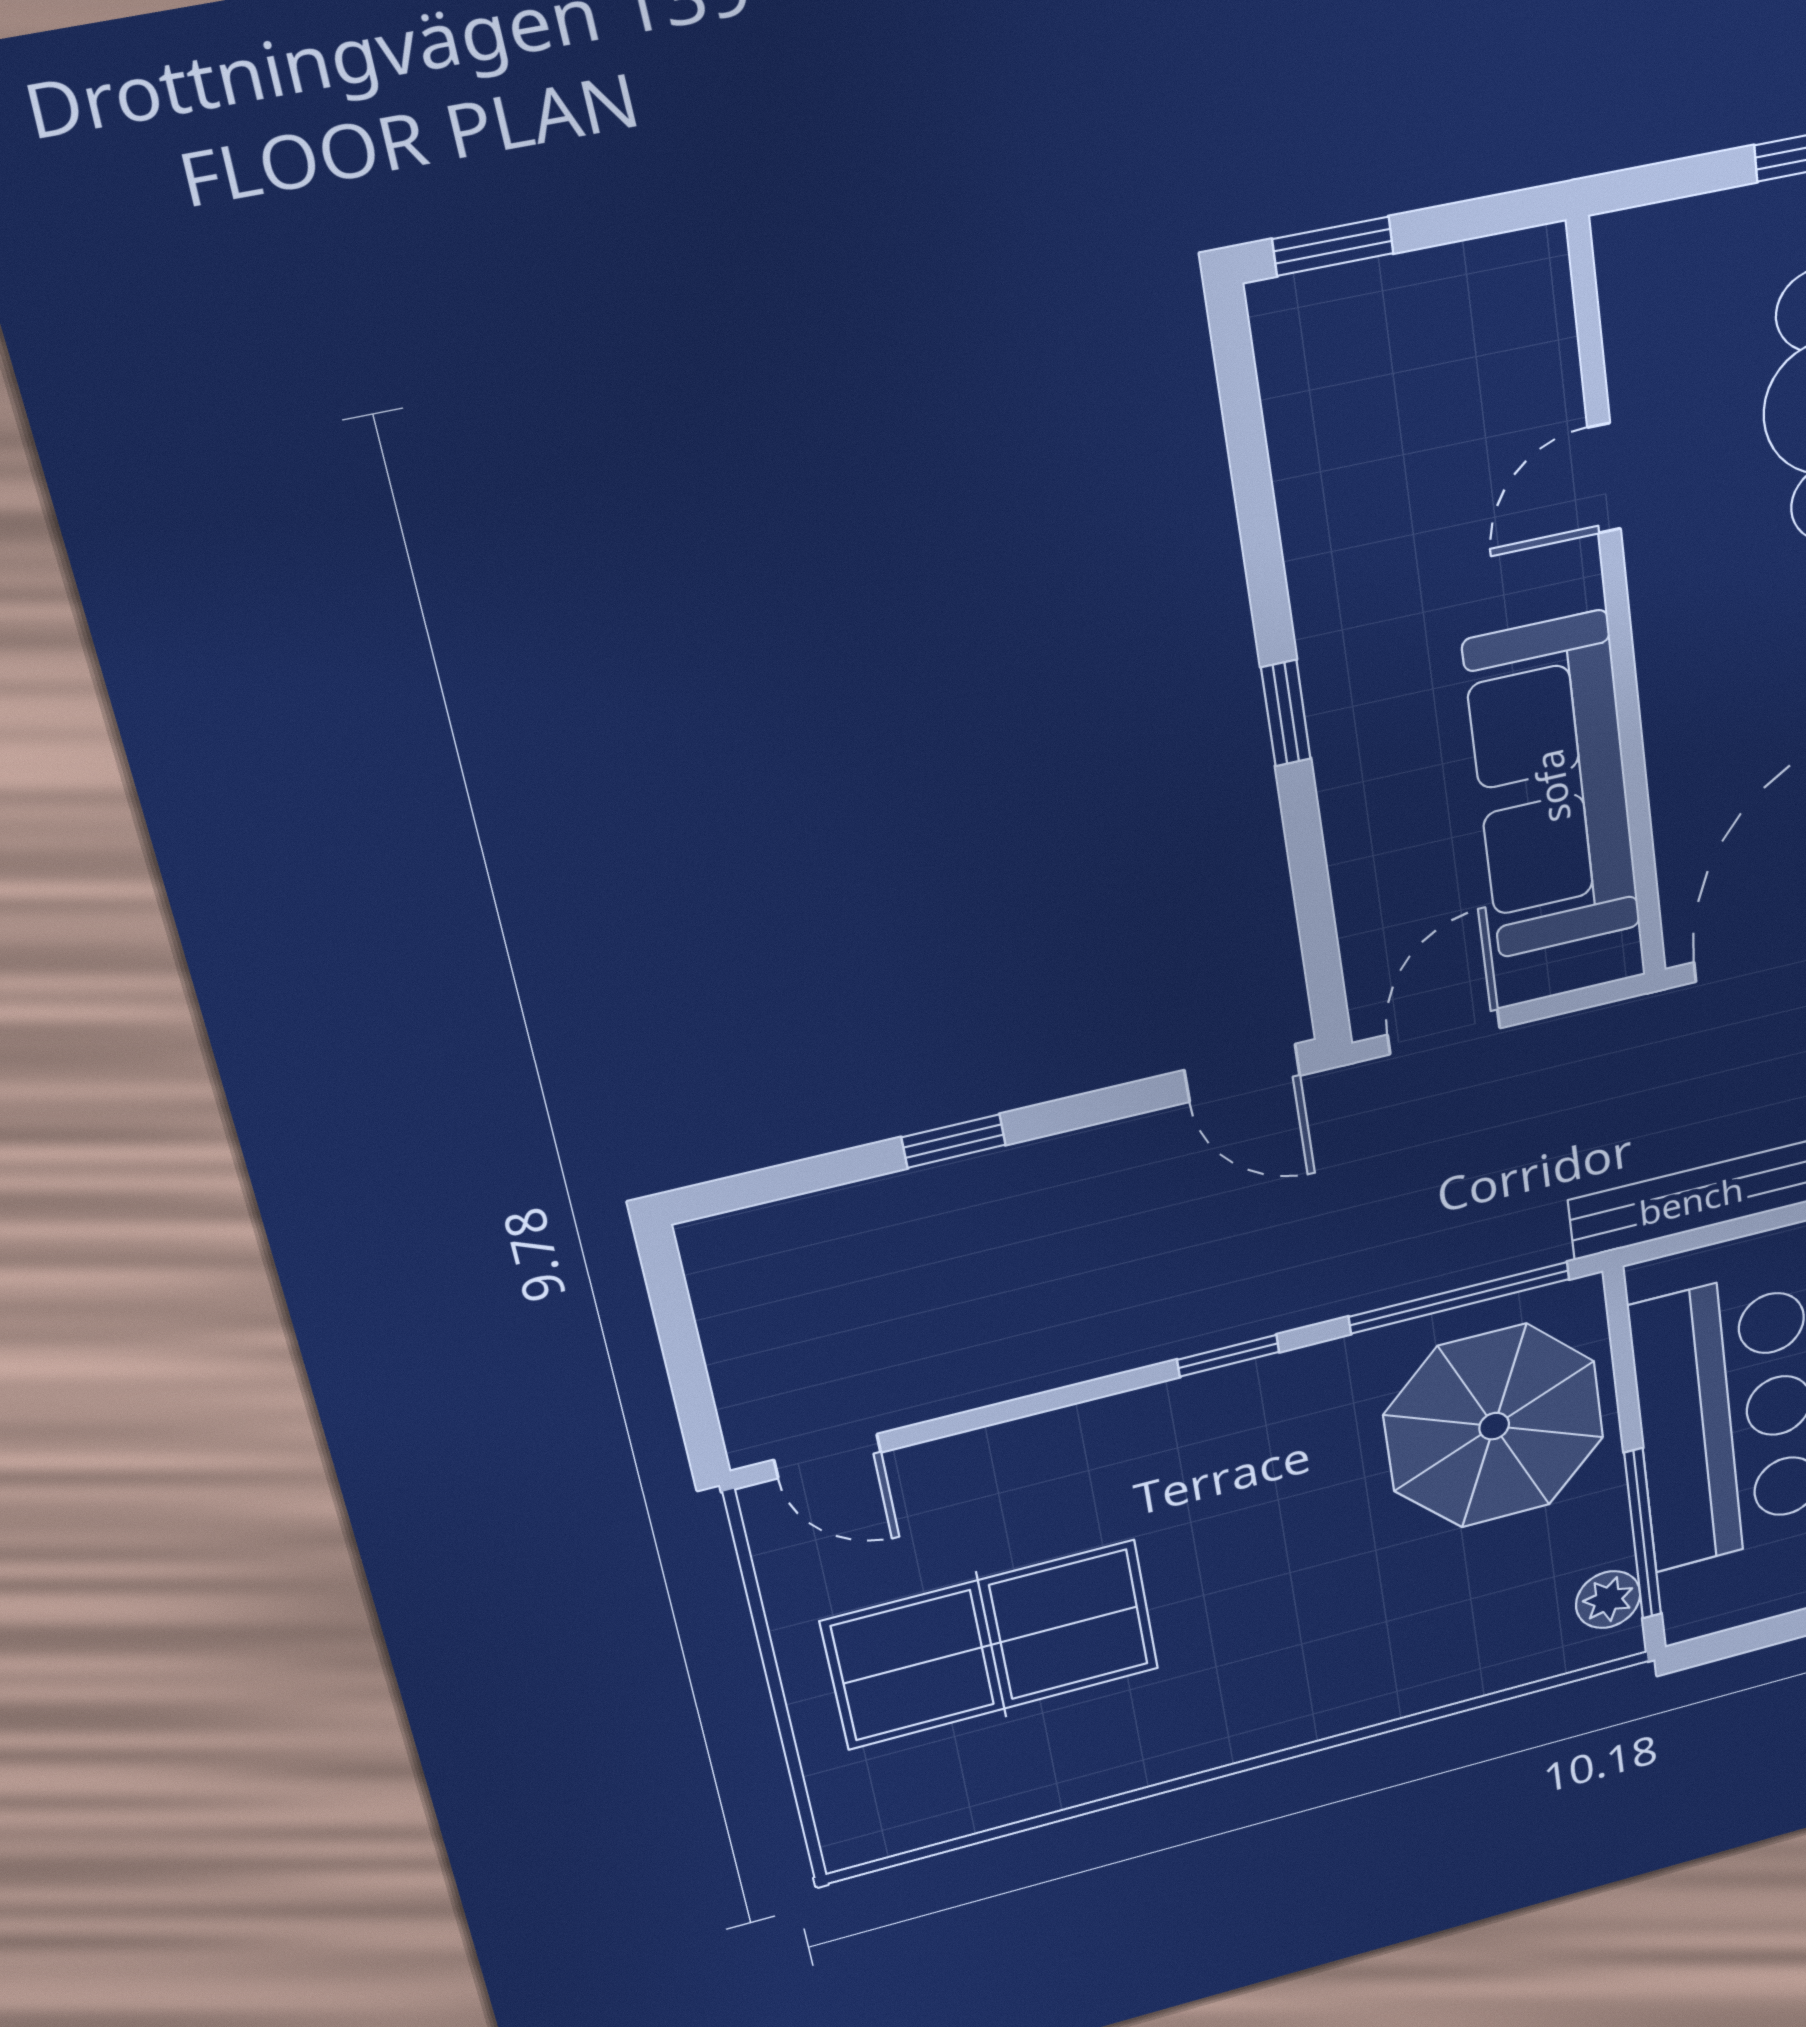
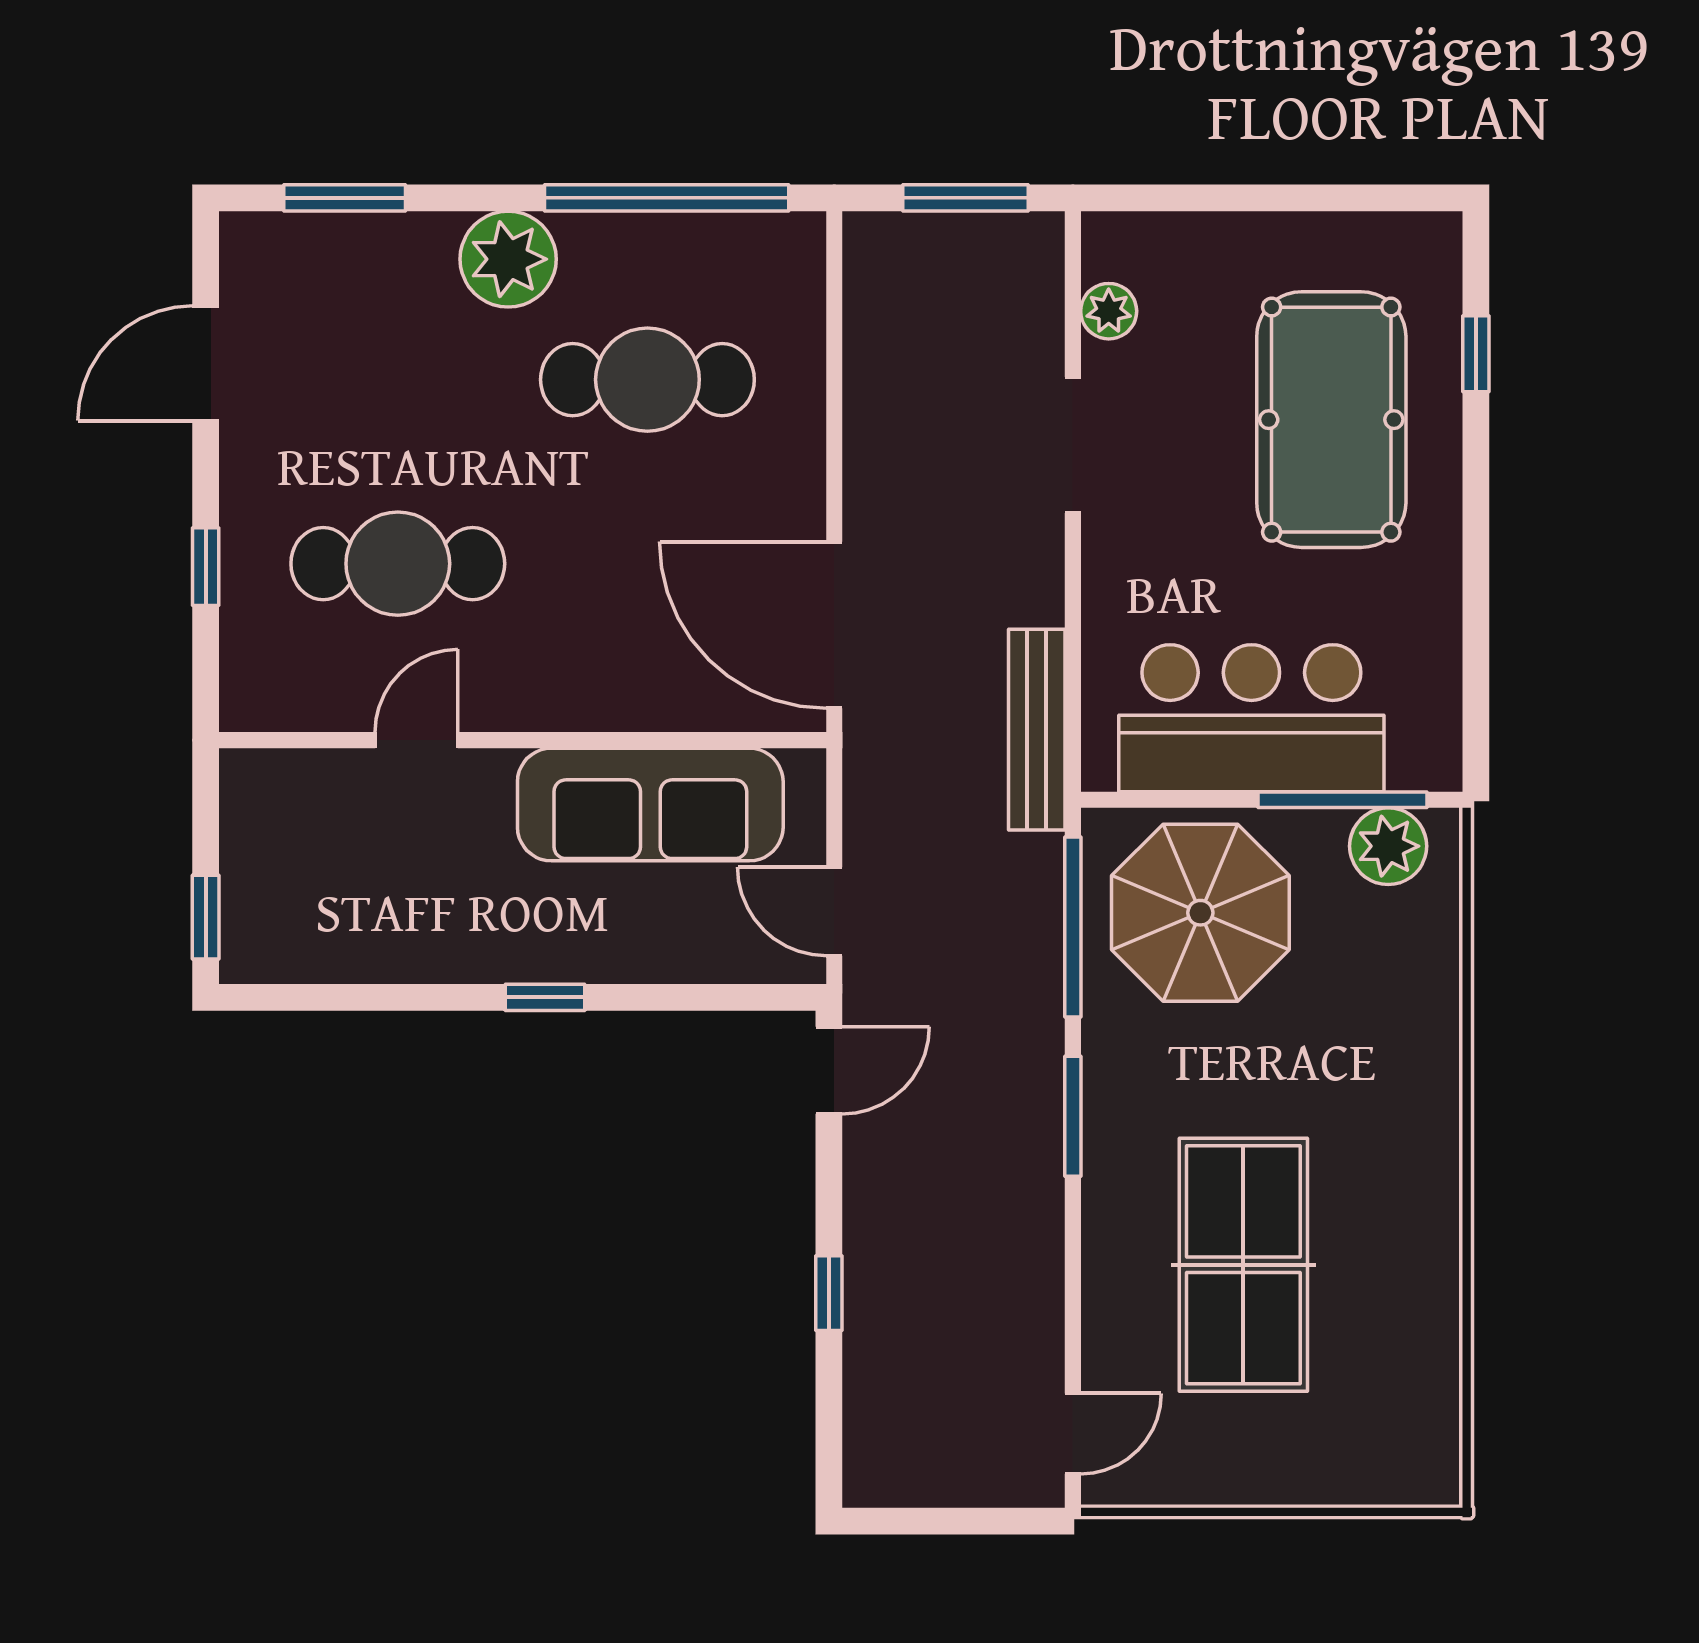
door: (1604, 478) -> (416, 740), swing flipped
window: (1228, 1356) -> (1073, 1116), width x1.50
plant: (1608, 1600) -> (1388, 846), width x1.38, depth x1.38
table tennis table: (991, 1645) -> (1243, 1265), moved

